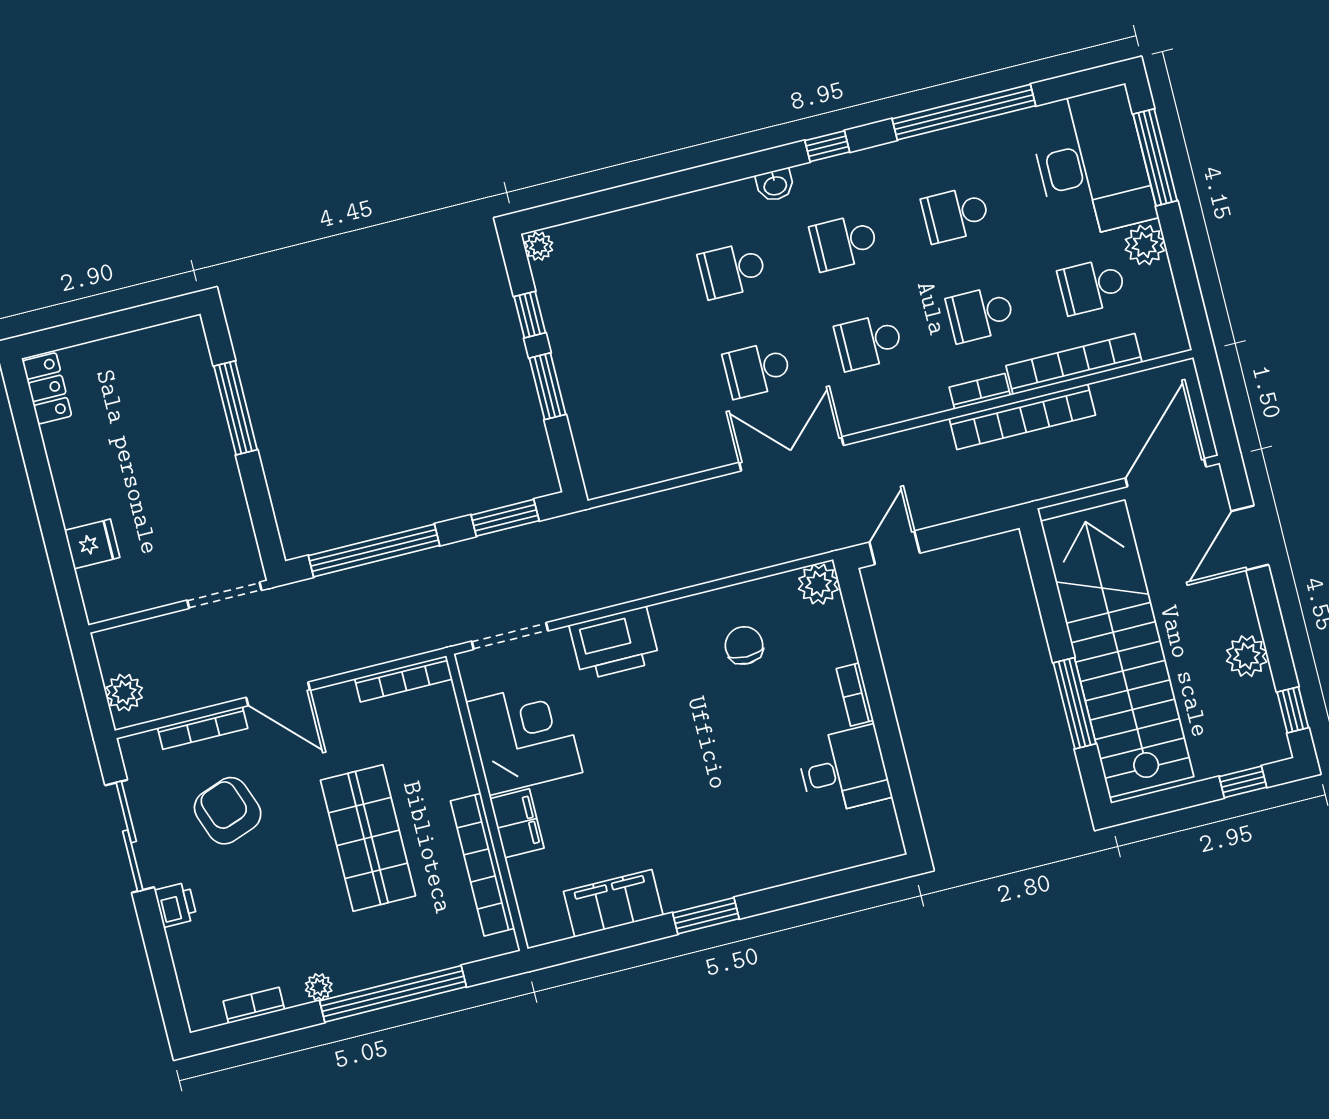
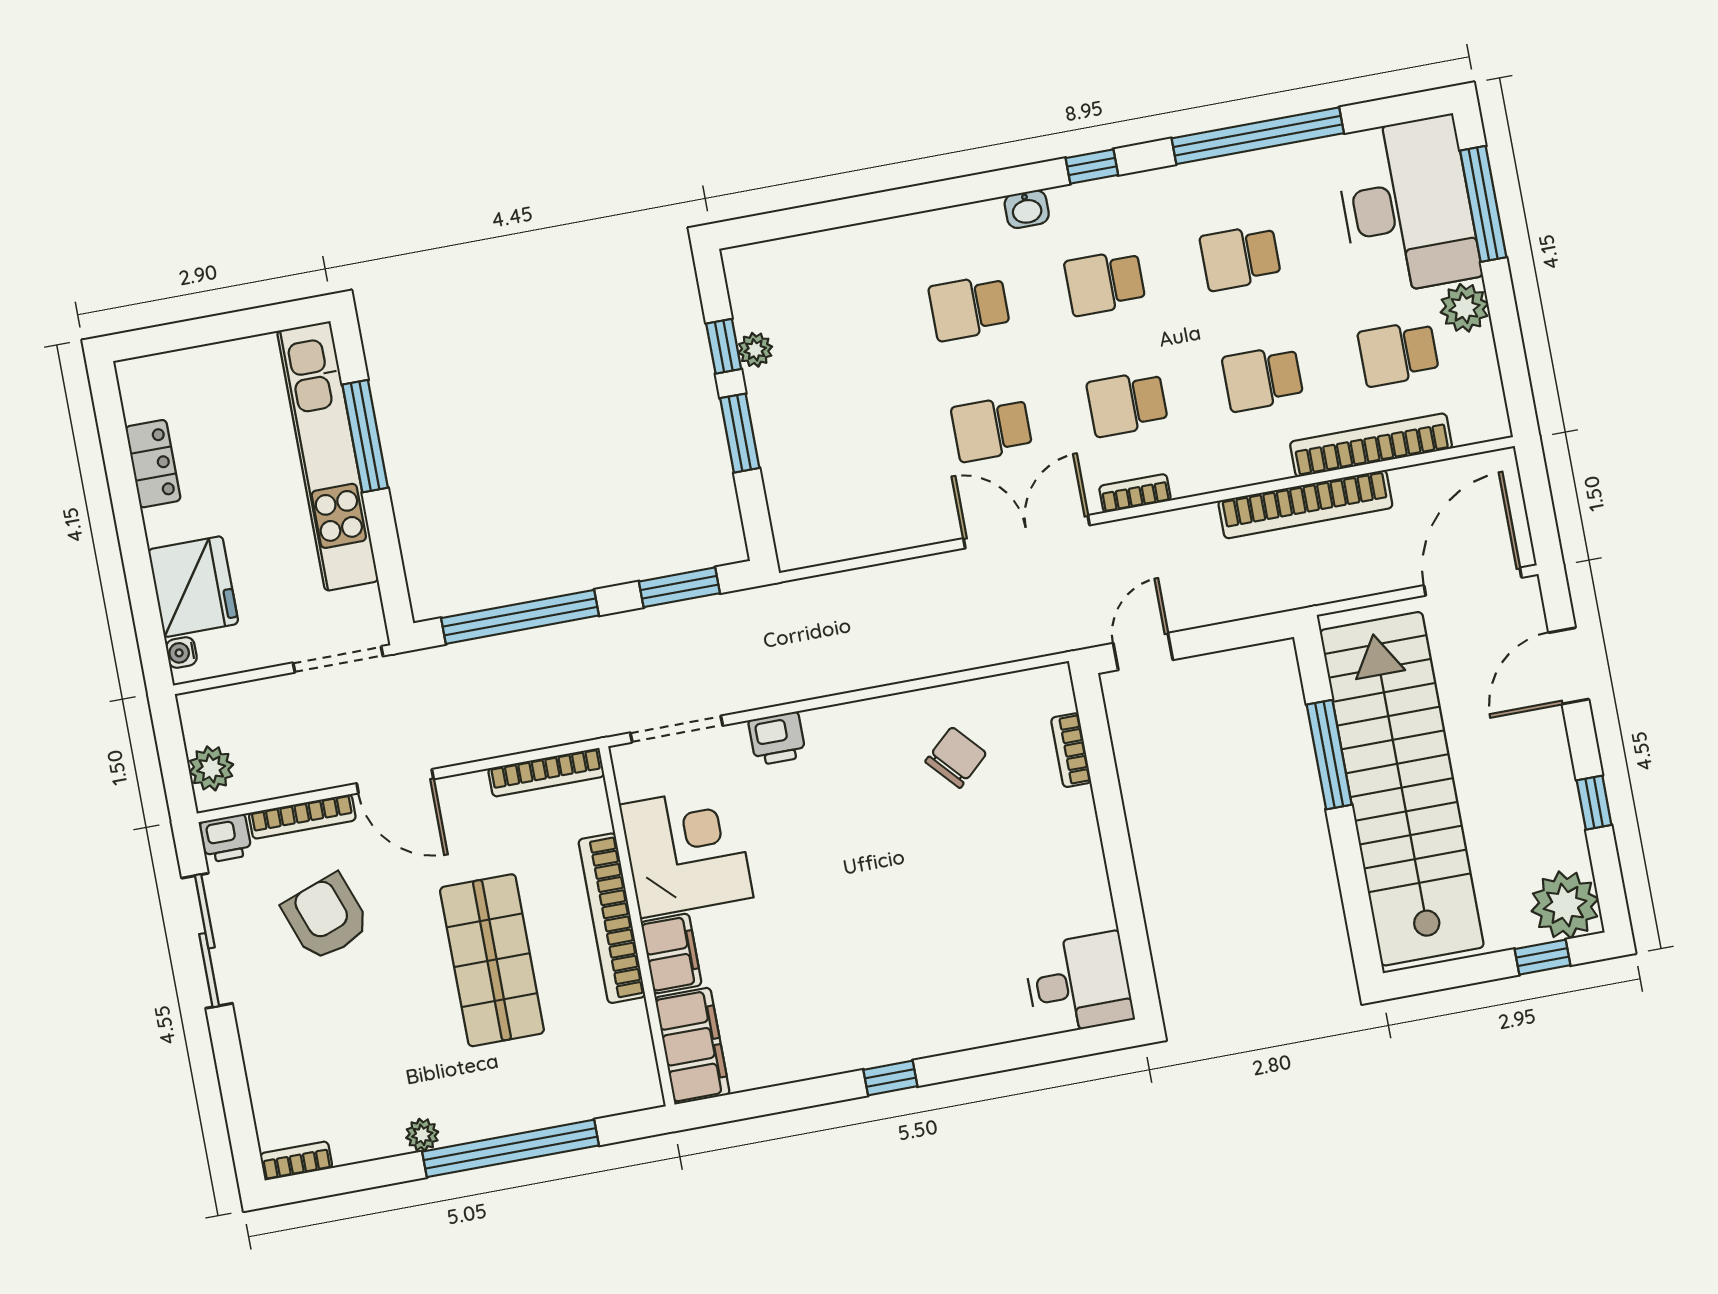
plant: (539, 246) -> (755, 350), moved
locker: (47, 388) -> (153, 464), moved
bookcase: (980, 391) -> (1135, 493), moved
kitchen unit: (205, 426) -> (328, 456), added
fridge: (92, 544) -> (193, 587), width x1.88, depth x1.34
plant: (818, 584) -> (1049, 689), removed
water cooler: (94, 597) -> (181, 652), added
printer: (614, 643) -> (777, 739), width x0.53, depth x0.68
chair: (744, 645) -> (956, 757), turned 48
plant: (1247, 656) -> (1565, 905), moved, width x1.36, depth x1.36
bookcase: (855, 695) -> (1071, 750), moved
window: (1075, 703) -> (1329, 755), moved
window: (1293, 710) -> (1594, 803), moved
desk: (844, 770) -> (1079, 983), moved
bookcase: (483, 865) -> (612, 918), moved
filing cabinet: (613, 903) -> (692, 1046), moved, turned 90
printer: (176, 905) -> (226, 838), moved, turned 90
window: (706, 916) -> (890, 1078), width x0.67
bookcase: (254, 1005) -> (296, 1161), moved

